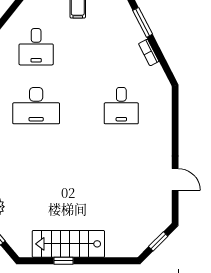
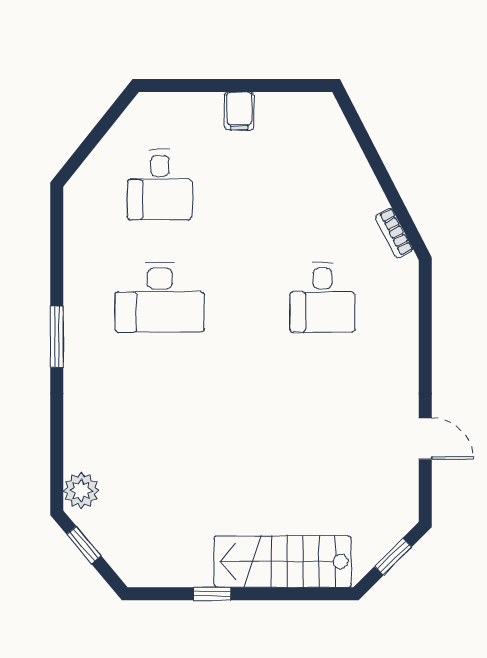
window: (143, 22) -> (363, 138), removed
bookcase: (149, 53) -> (394, 233), moved
stairs: (68, 244) -> (283, 562), moved

